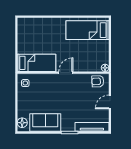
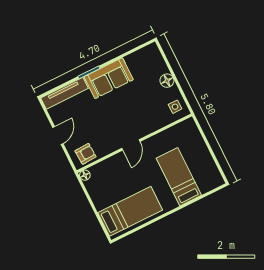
bed: (36, 63) -> (179, 177), moved, turned 90
floor lamp: (22, 123) -> (167, 81), moved
sofa: (45, 123) -> (109, 78), moved

